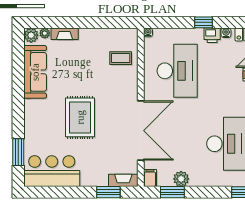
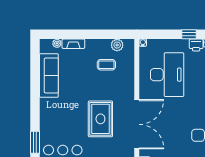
plant: (31, 35) -> (117, 45), moved
coffee table: (121, 58) -> (106, 65), moved
rug: (80, 117) -> (100, 119), moved

